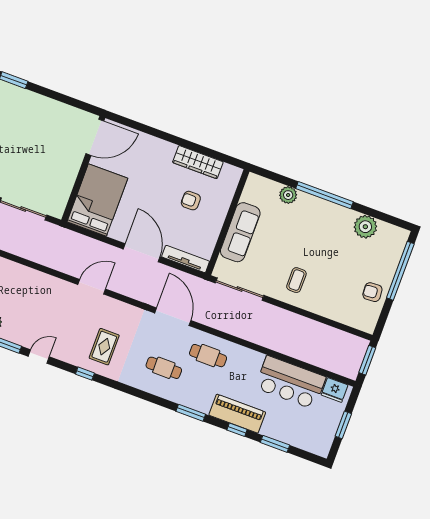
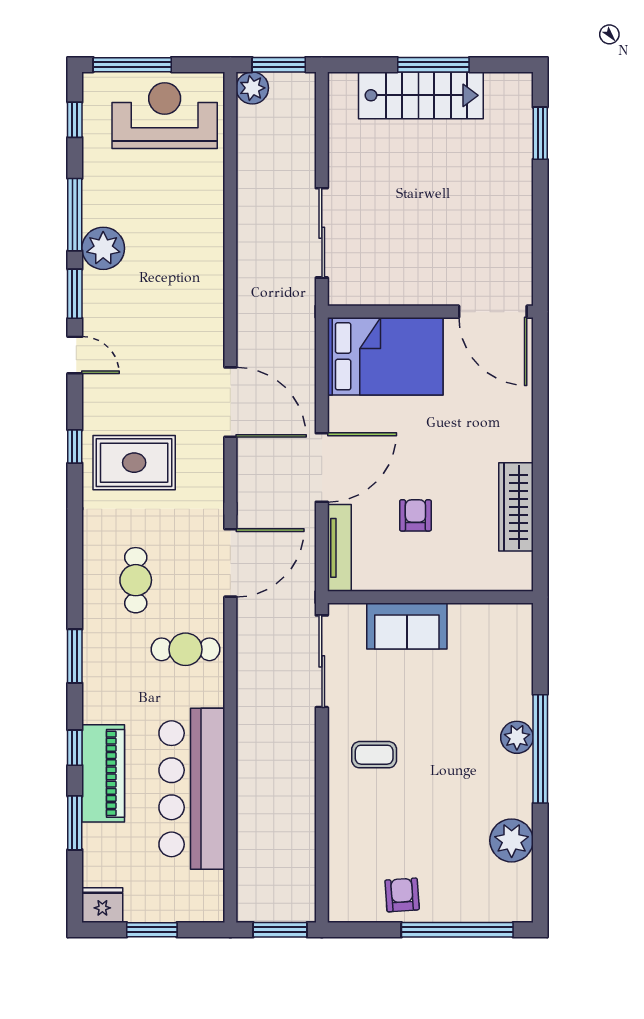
plant: (288, 195) -> (517, 737), moved
armchair: (191, 201) -> (415, 515), moved
sofa: (240, 232) -> (407, 626), width x0.73
door: (92, 287) -> (230, 402), width x1.36
rug: (104, 347) -> (134, 463), width x1.36, depth x1.43
cafe table: (208, 356) -> (186, 649), turned 90
bar counter: (290, 382) -> (192, 789), width x1.36
fridge: (335, 390) -> (102, 905), moved, turned 90
piano: (237, 414) -> (103, 773), moved

